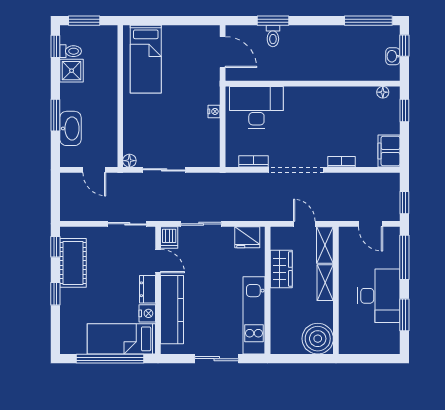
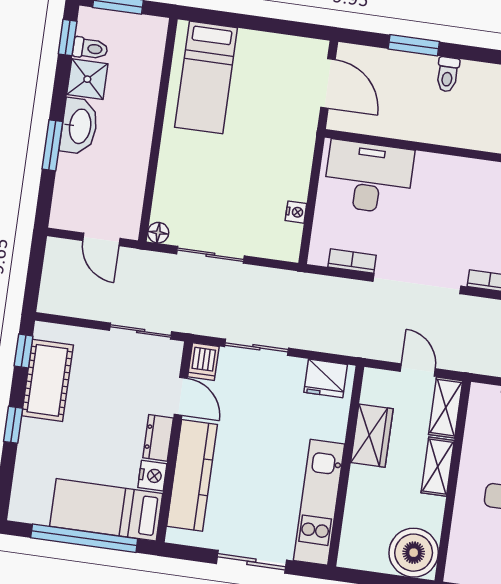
toilet: (273, 36) -> (448, 74), moved
nightstand: (214, 111) -> (296, 212), moved
washbasin: (70, 128) -> (79, 126), moved

